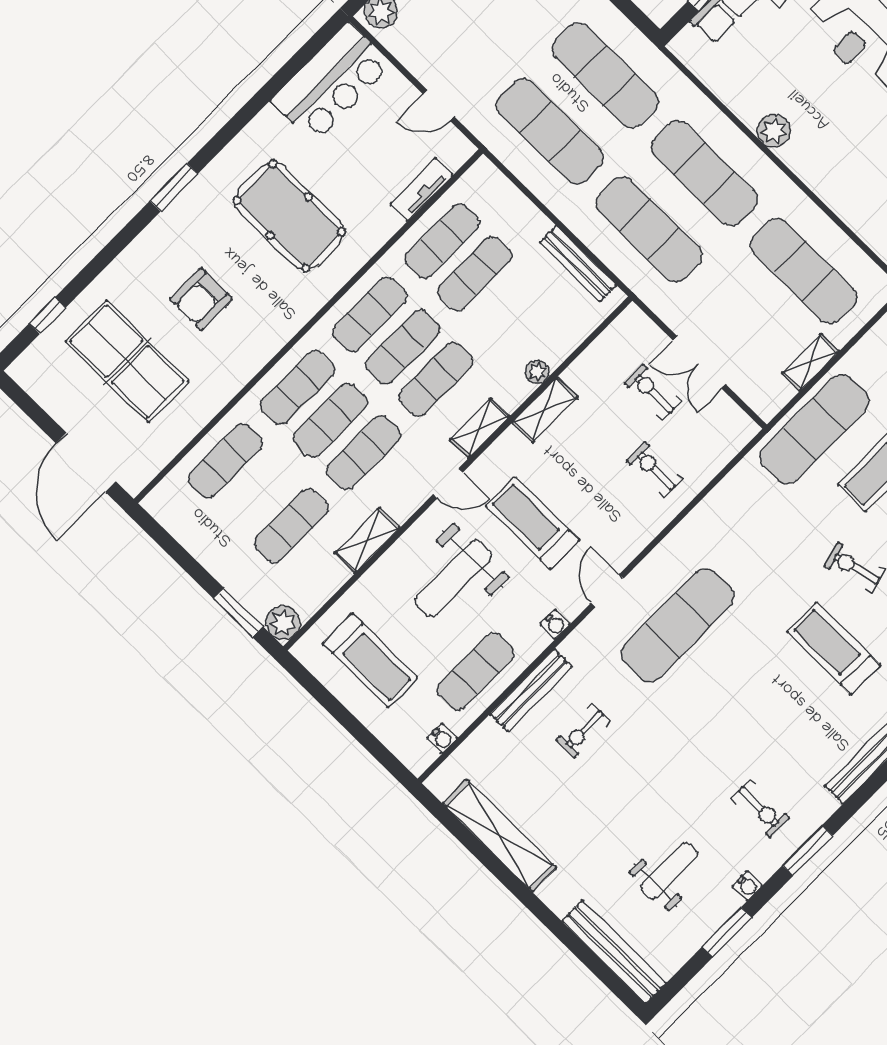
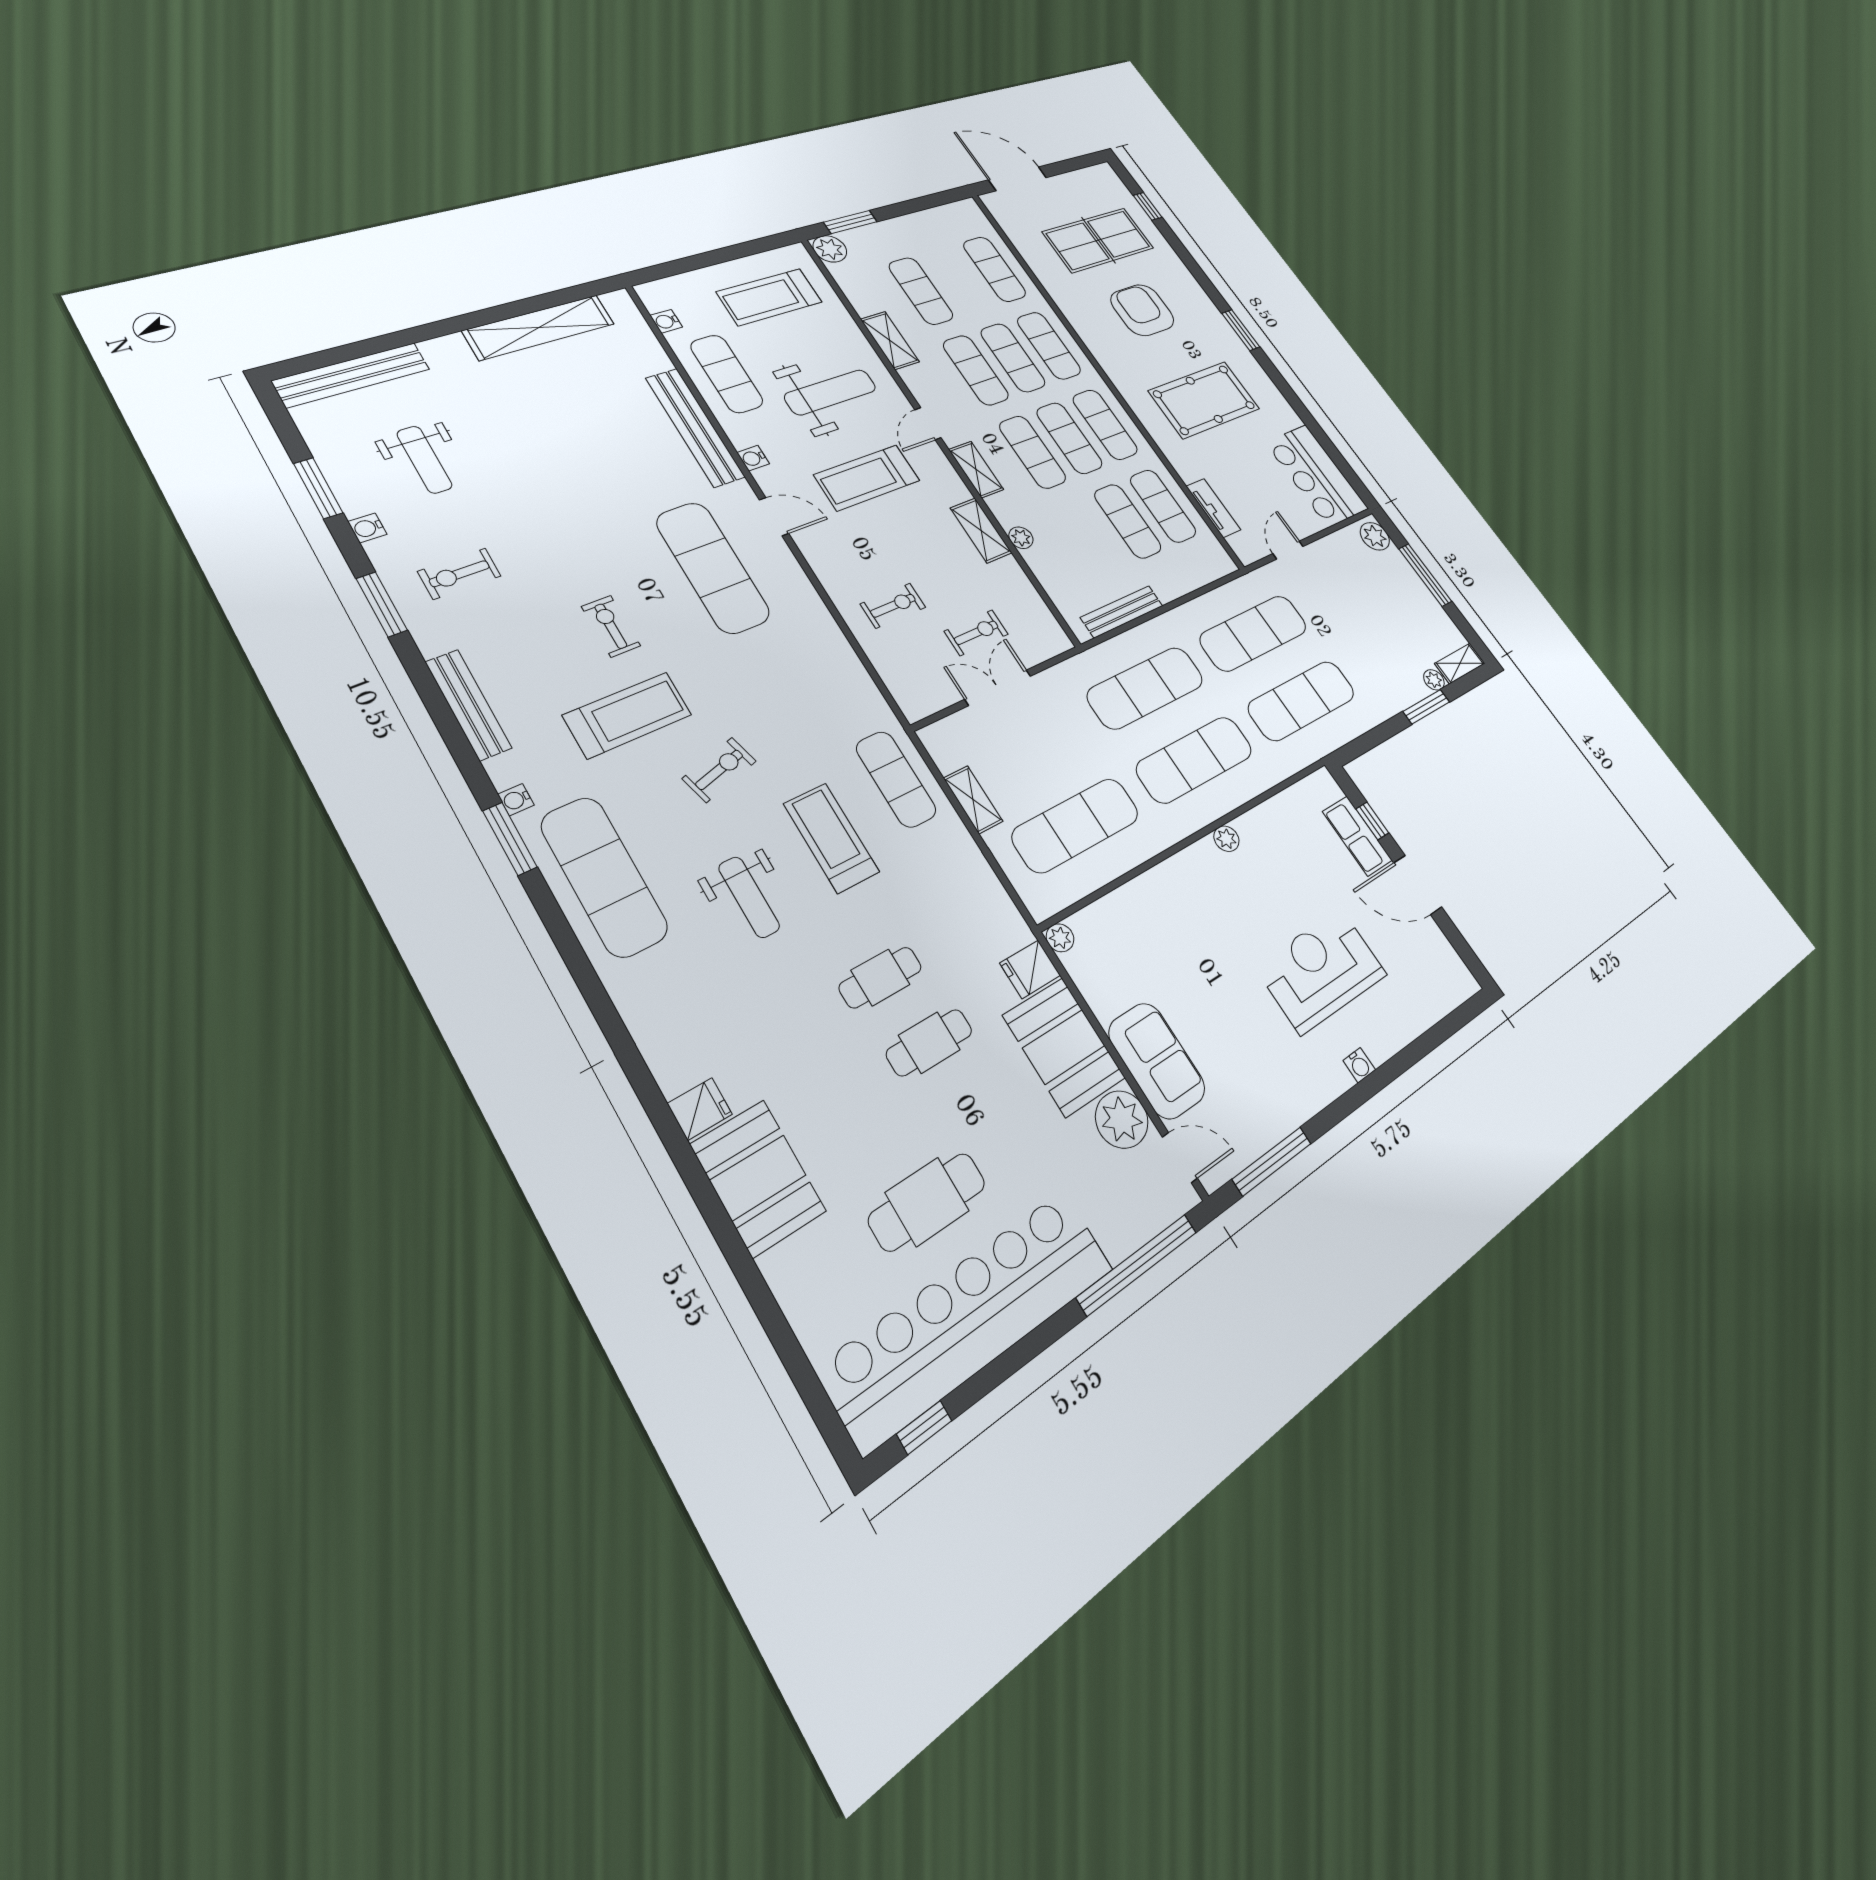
plant: (774, 131) -> (1226, 839), width x0.73, depth x0.73
armchair: (201, 299) -> (1142, 310), width x1.36, depth x1.36
exercise mat: (814, 429) -> (896, 779), width x0.73, depth x0.69
treadmill: (532, 523) -> (867, 478), turned 180
weight bench: (453, 578) -> (830, 392), turned 90
bench: (531, 690) -> (695, 427), width x1.37, depth x1.21
exercise bike: (583, 731) -> (611, 626), moved

